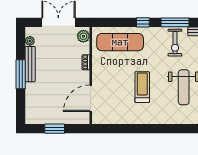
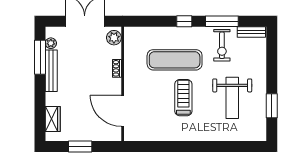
exercise mat: (120, 42) -> (175, 60), moved
window: (21, 74) -> (40, 57), moved
door: (91, 98) -> (123, 111), hinge flipped
wardrobe: (31, 105) -> (53, 119), added

